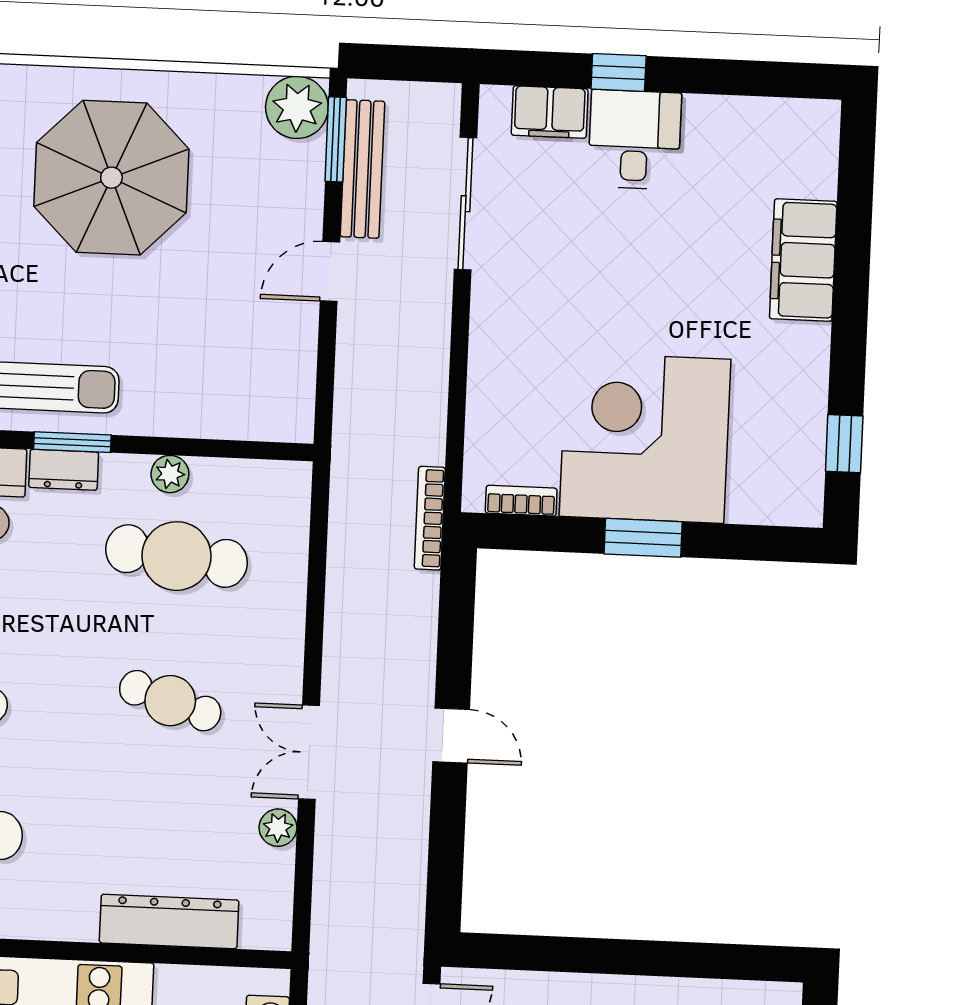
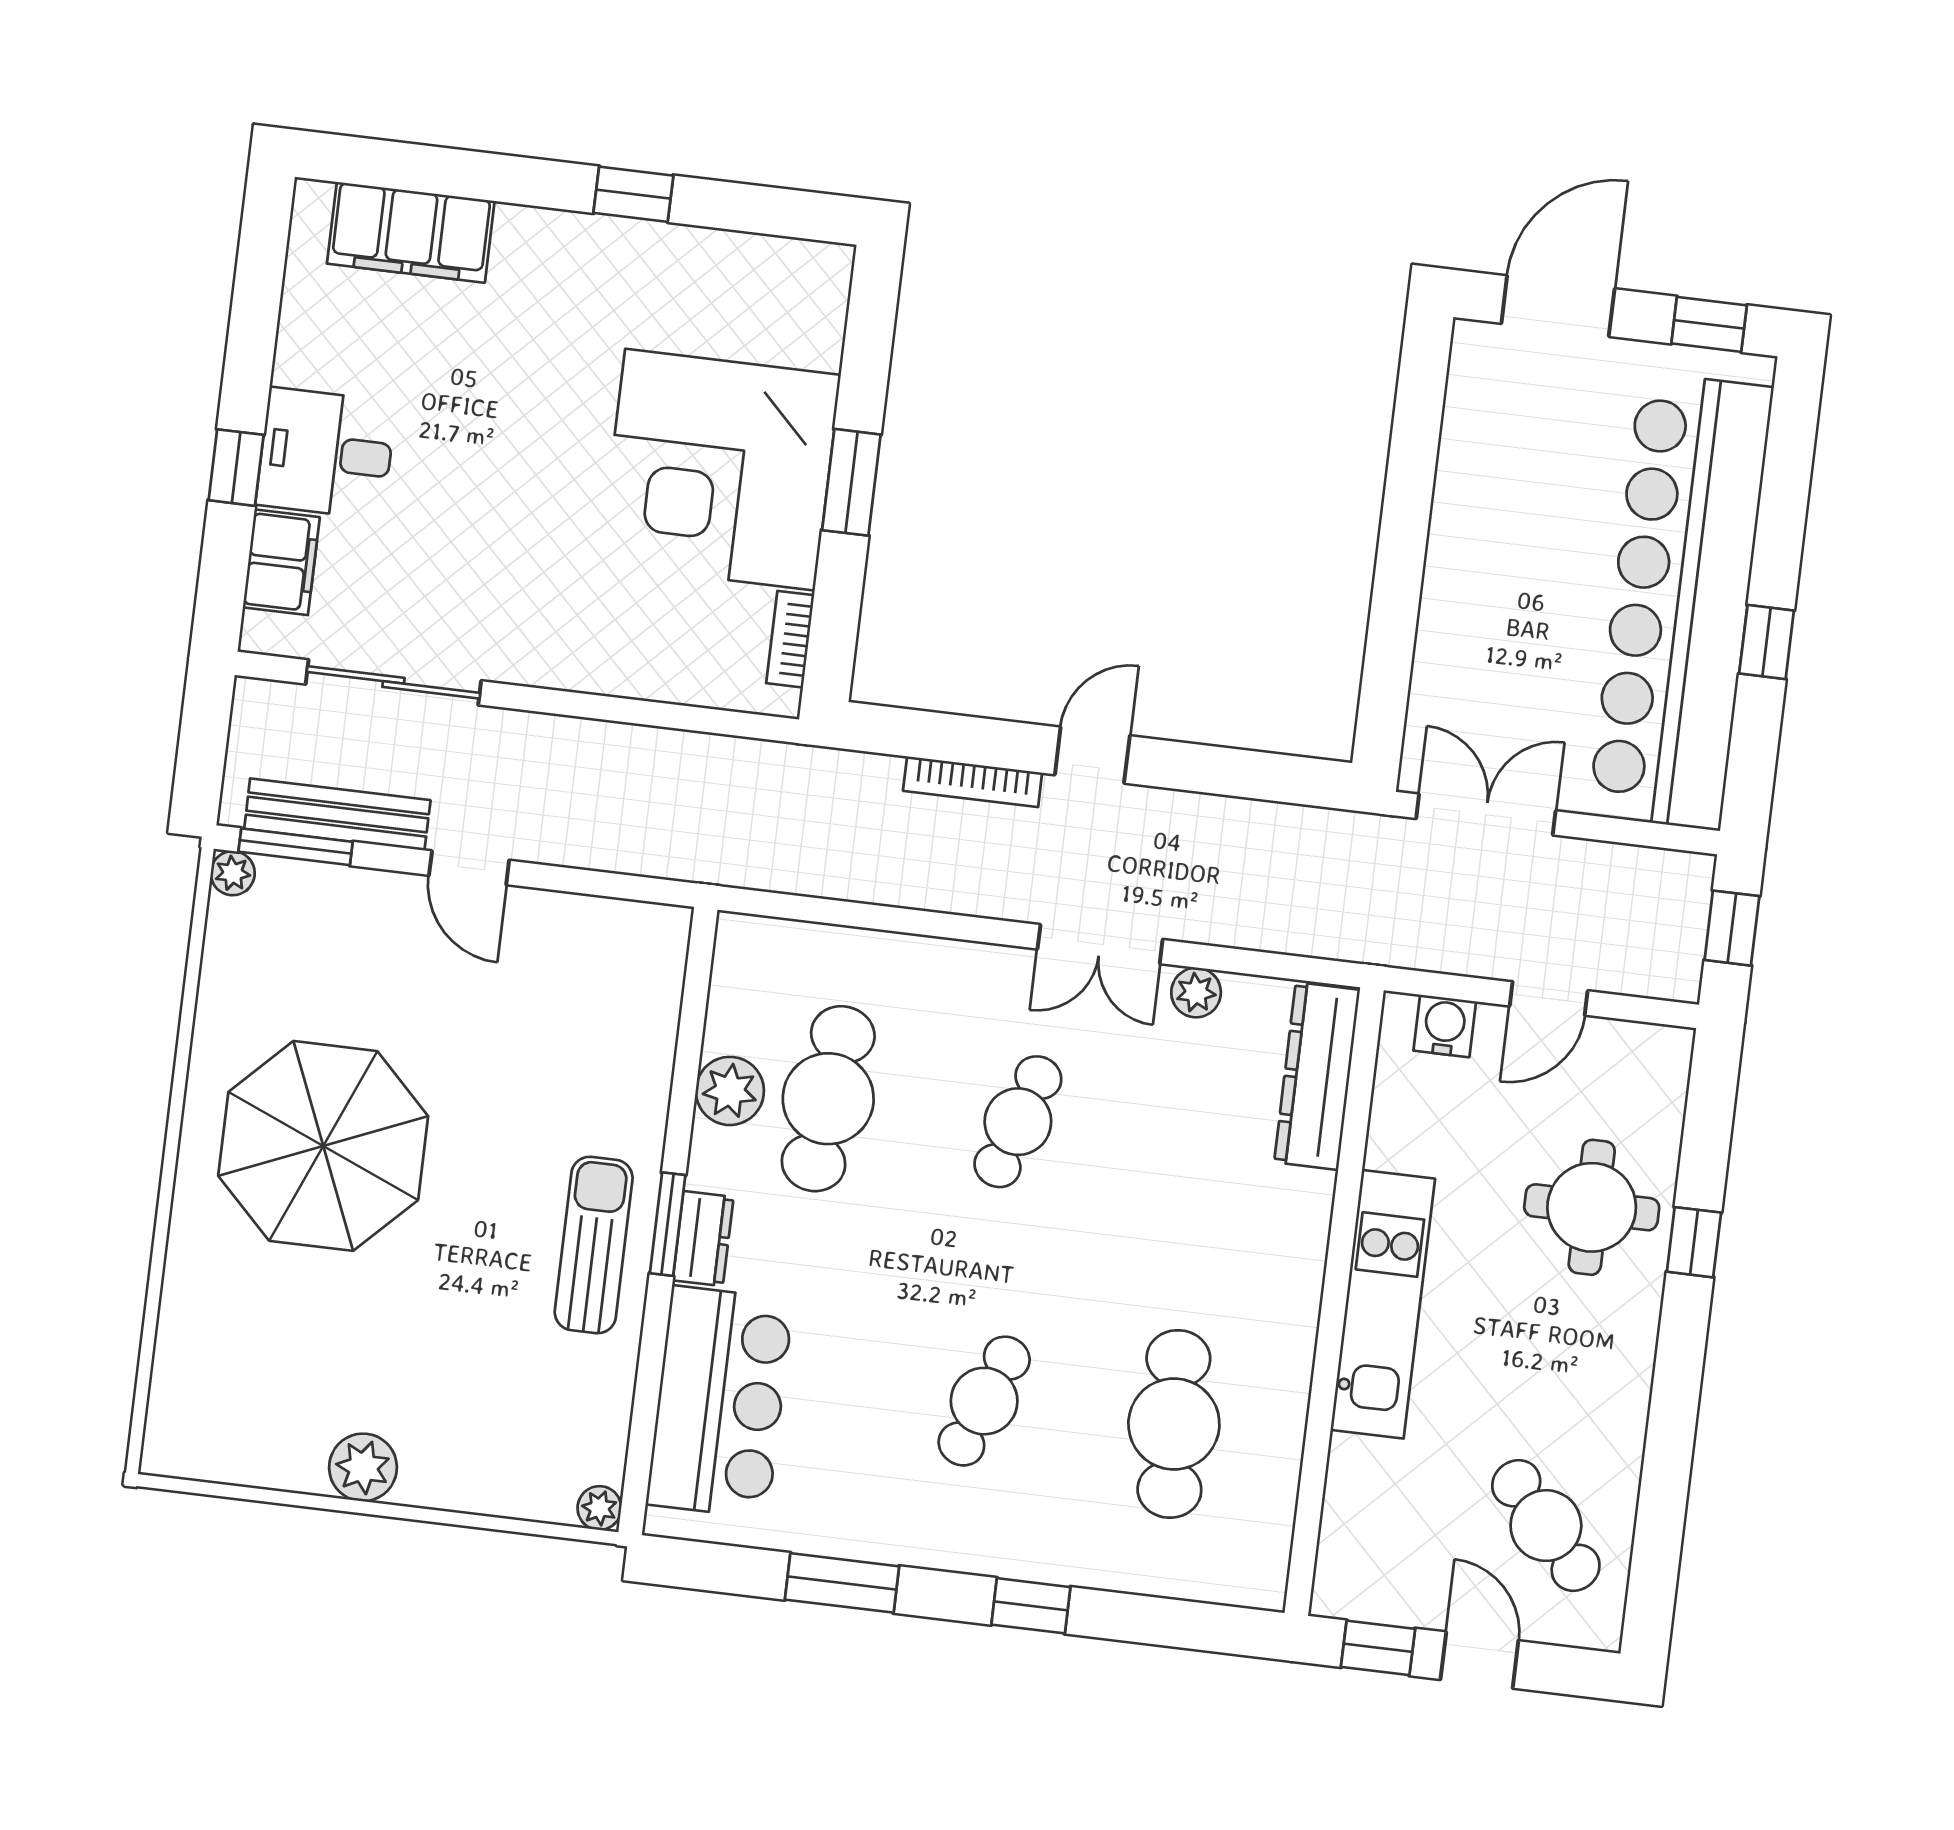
plant: (297, 107) -> (233, 873), width x0.53, depth x0.53
filing cabinet: (803, 260) -> (411, 232), moved
window: (844, 444) -> (633, 194), moved
plant: (170, 474) -> (730, 1091), width x1.38, depth x1.38
bookcase: (430, 518) -> (973, 782), moved
dresser: (169, 921) -> (1317, 1076), moved

